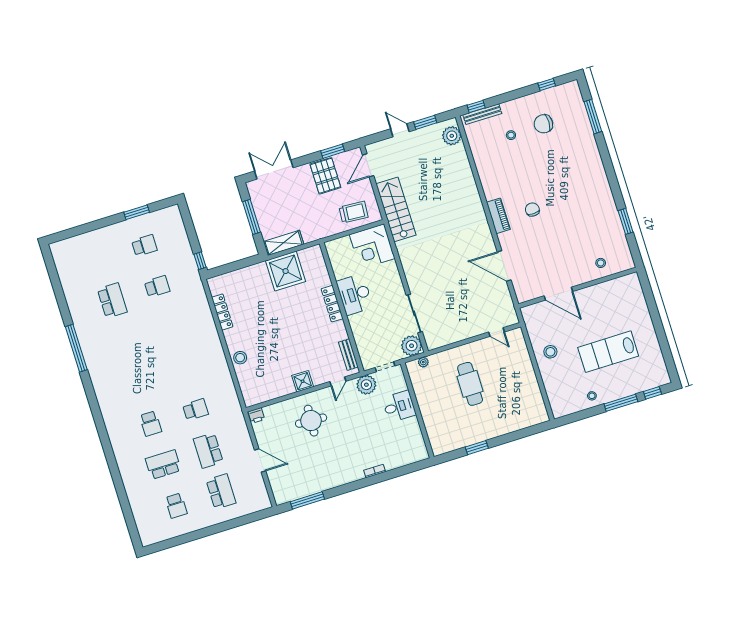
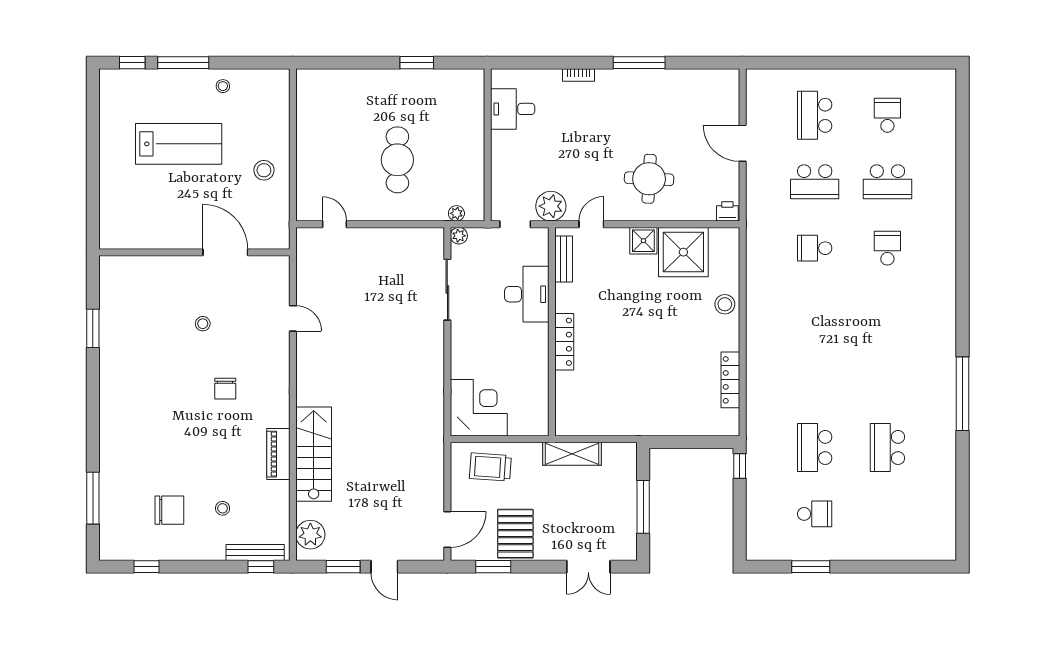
double door: (274, 169) -> (588, 567), width x0.73
stairs: (396, 209) -> (314, 454), moved, turned 180
piano: (498, 216) -> (278, 454), moved
shelving: (284, 243) -> (572, 454), moved
school desk: (144, 246) -> (815, 514), turned 180
stool: (601, 263) -> (203, 324), moved
door: (504, 266) -> (293, 318), width x0.53
shower: (286, 271) -> (683, 252), moved
school desk: (157, 287) -> (815, 447), width x1.85
desk: (355, 294) -> (527, 294), moved
plant: (412, 346) -> (459, 236), width x0.53, depth x0.53
desk: (399, 406) -> (513, 109), moved
school desk: (208, 451) -> (815, 182), turned 90
window: (307, 500) -> (639, 63), moved

